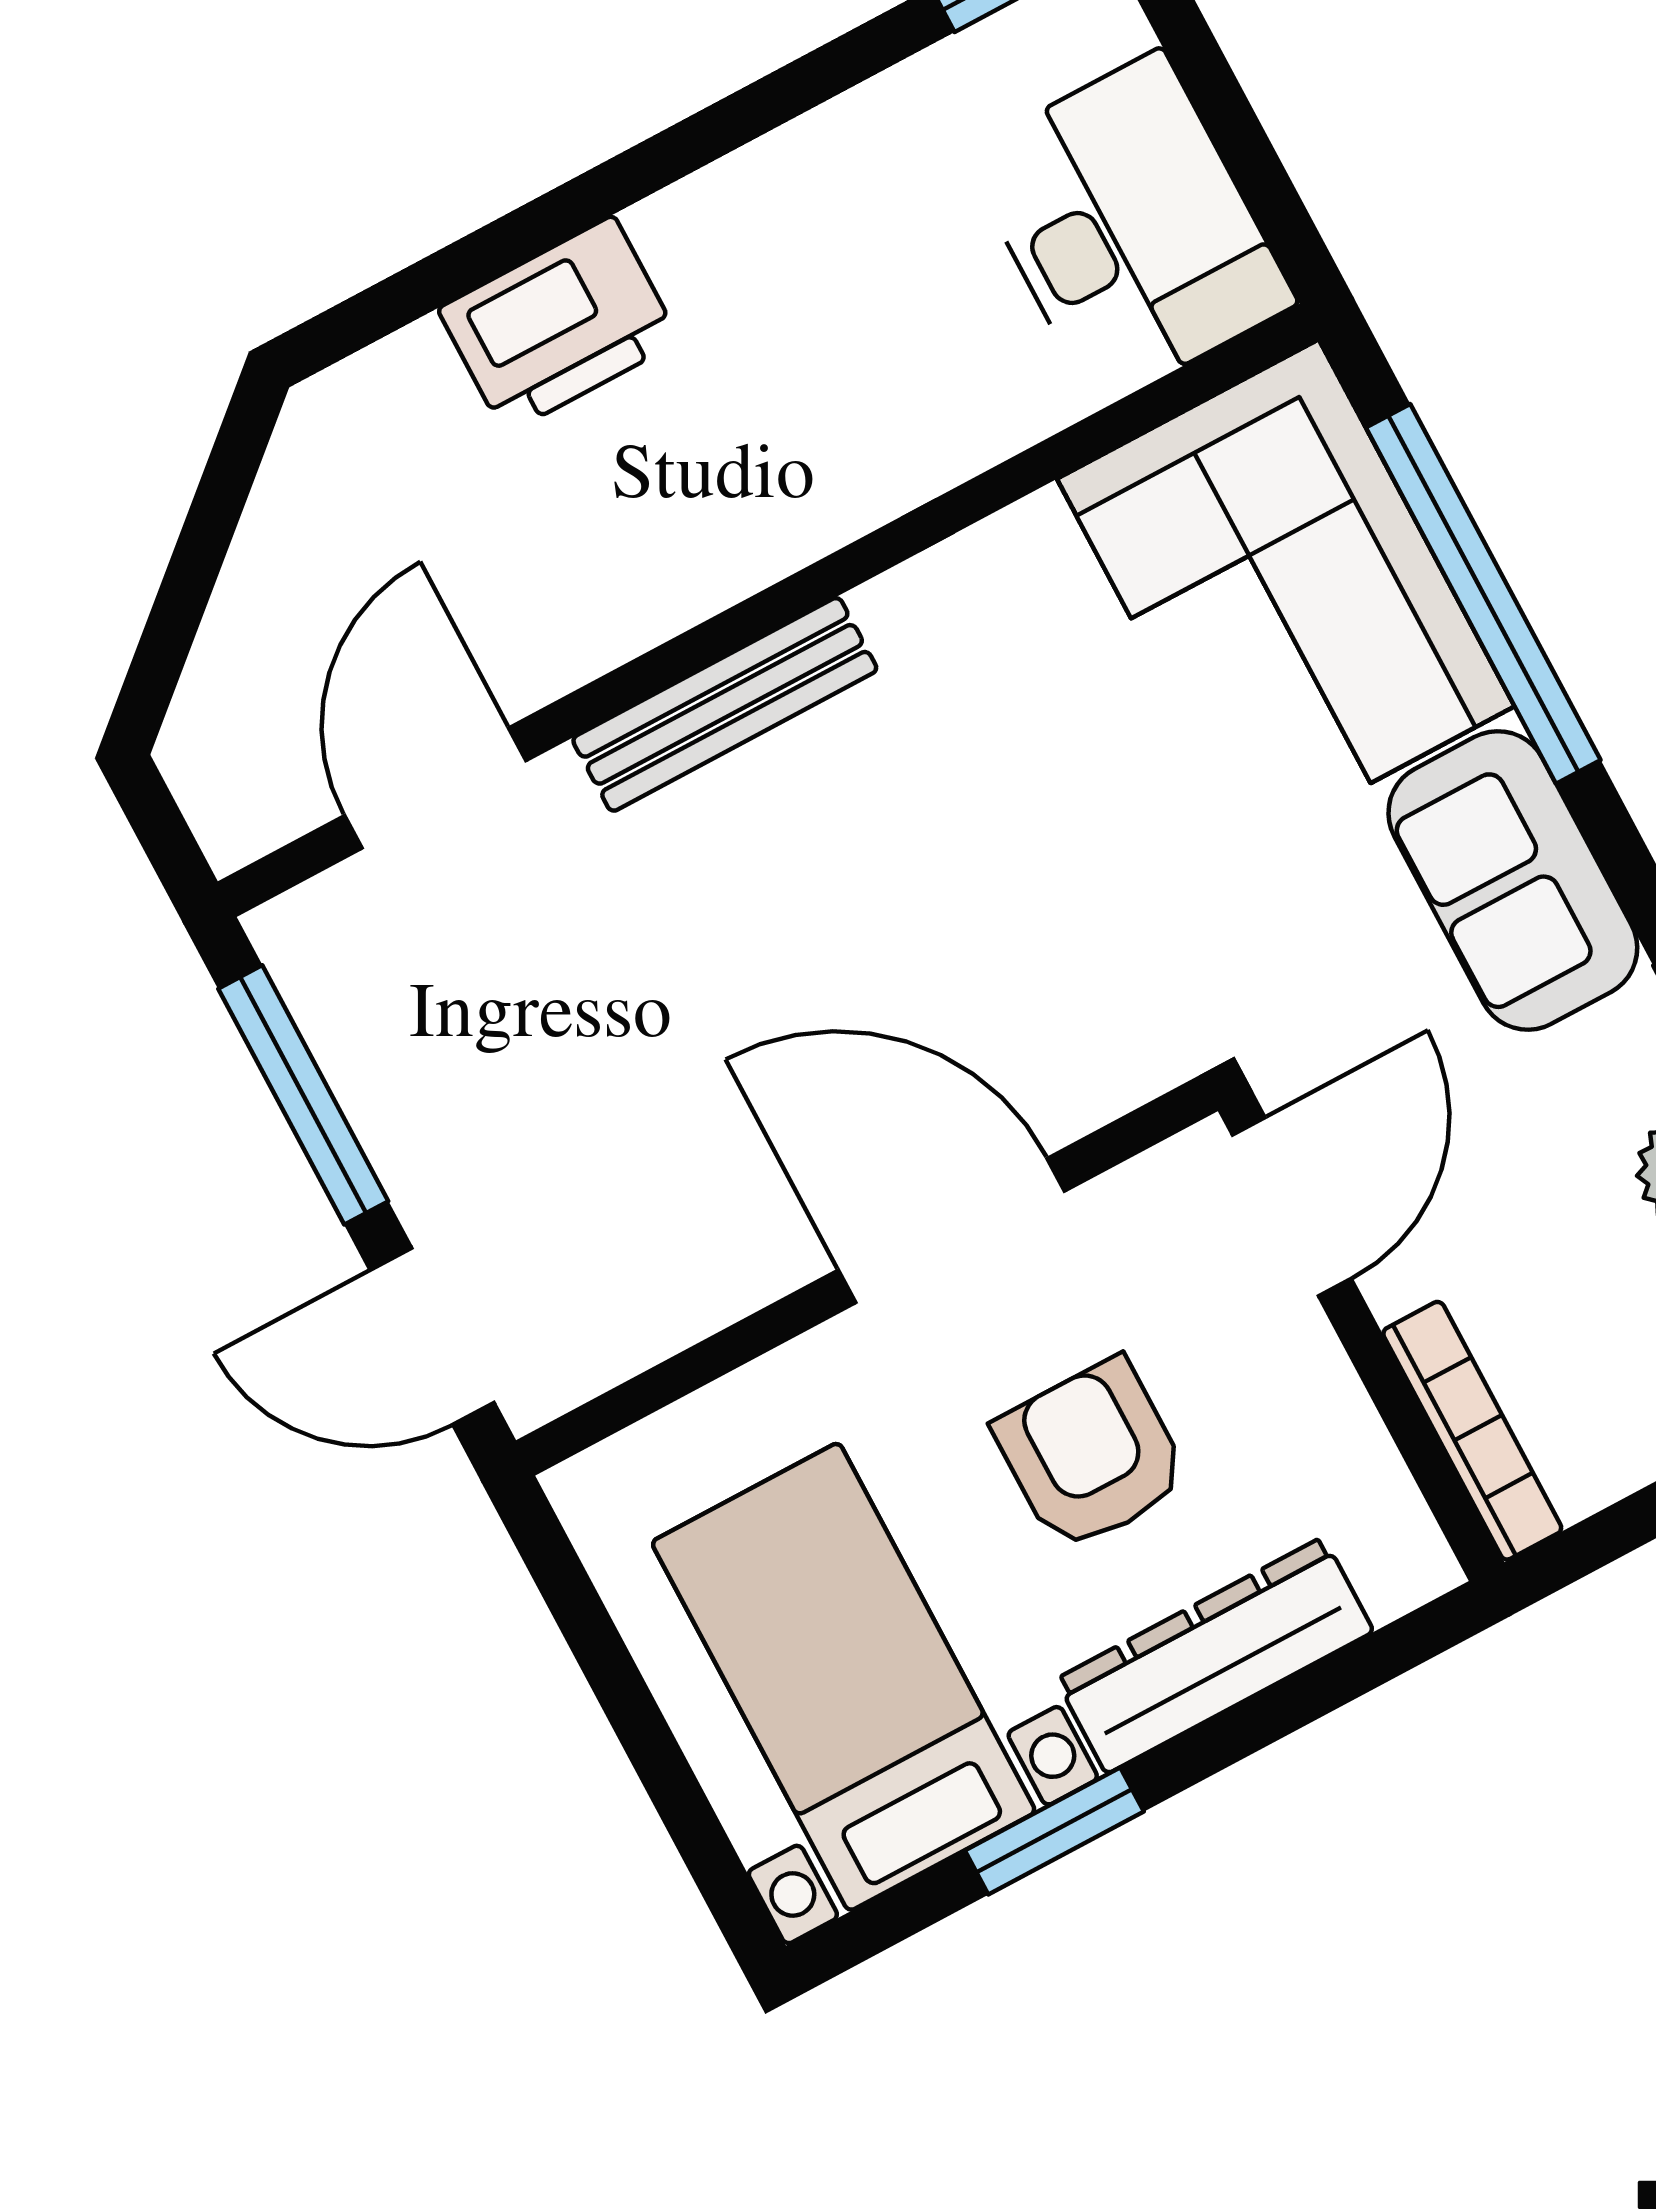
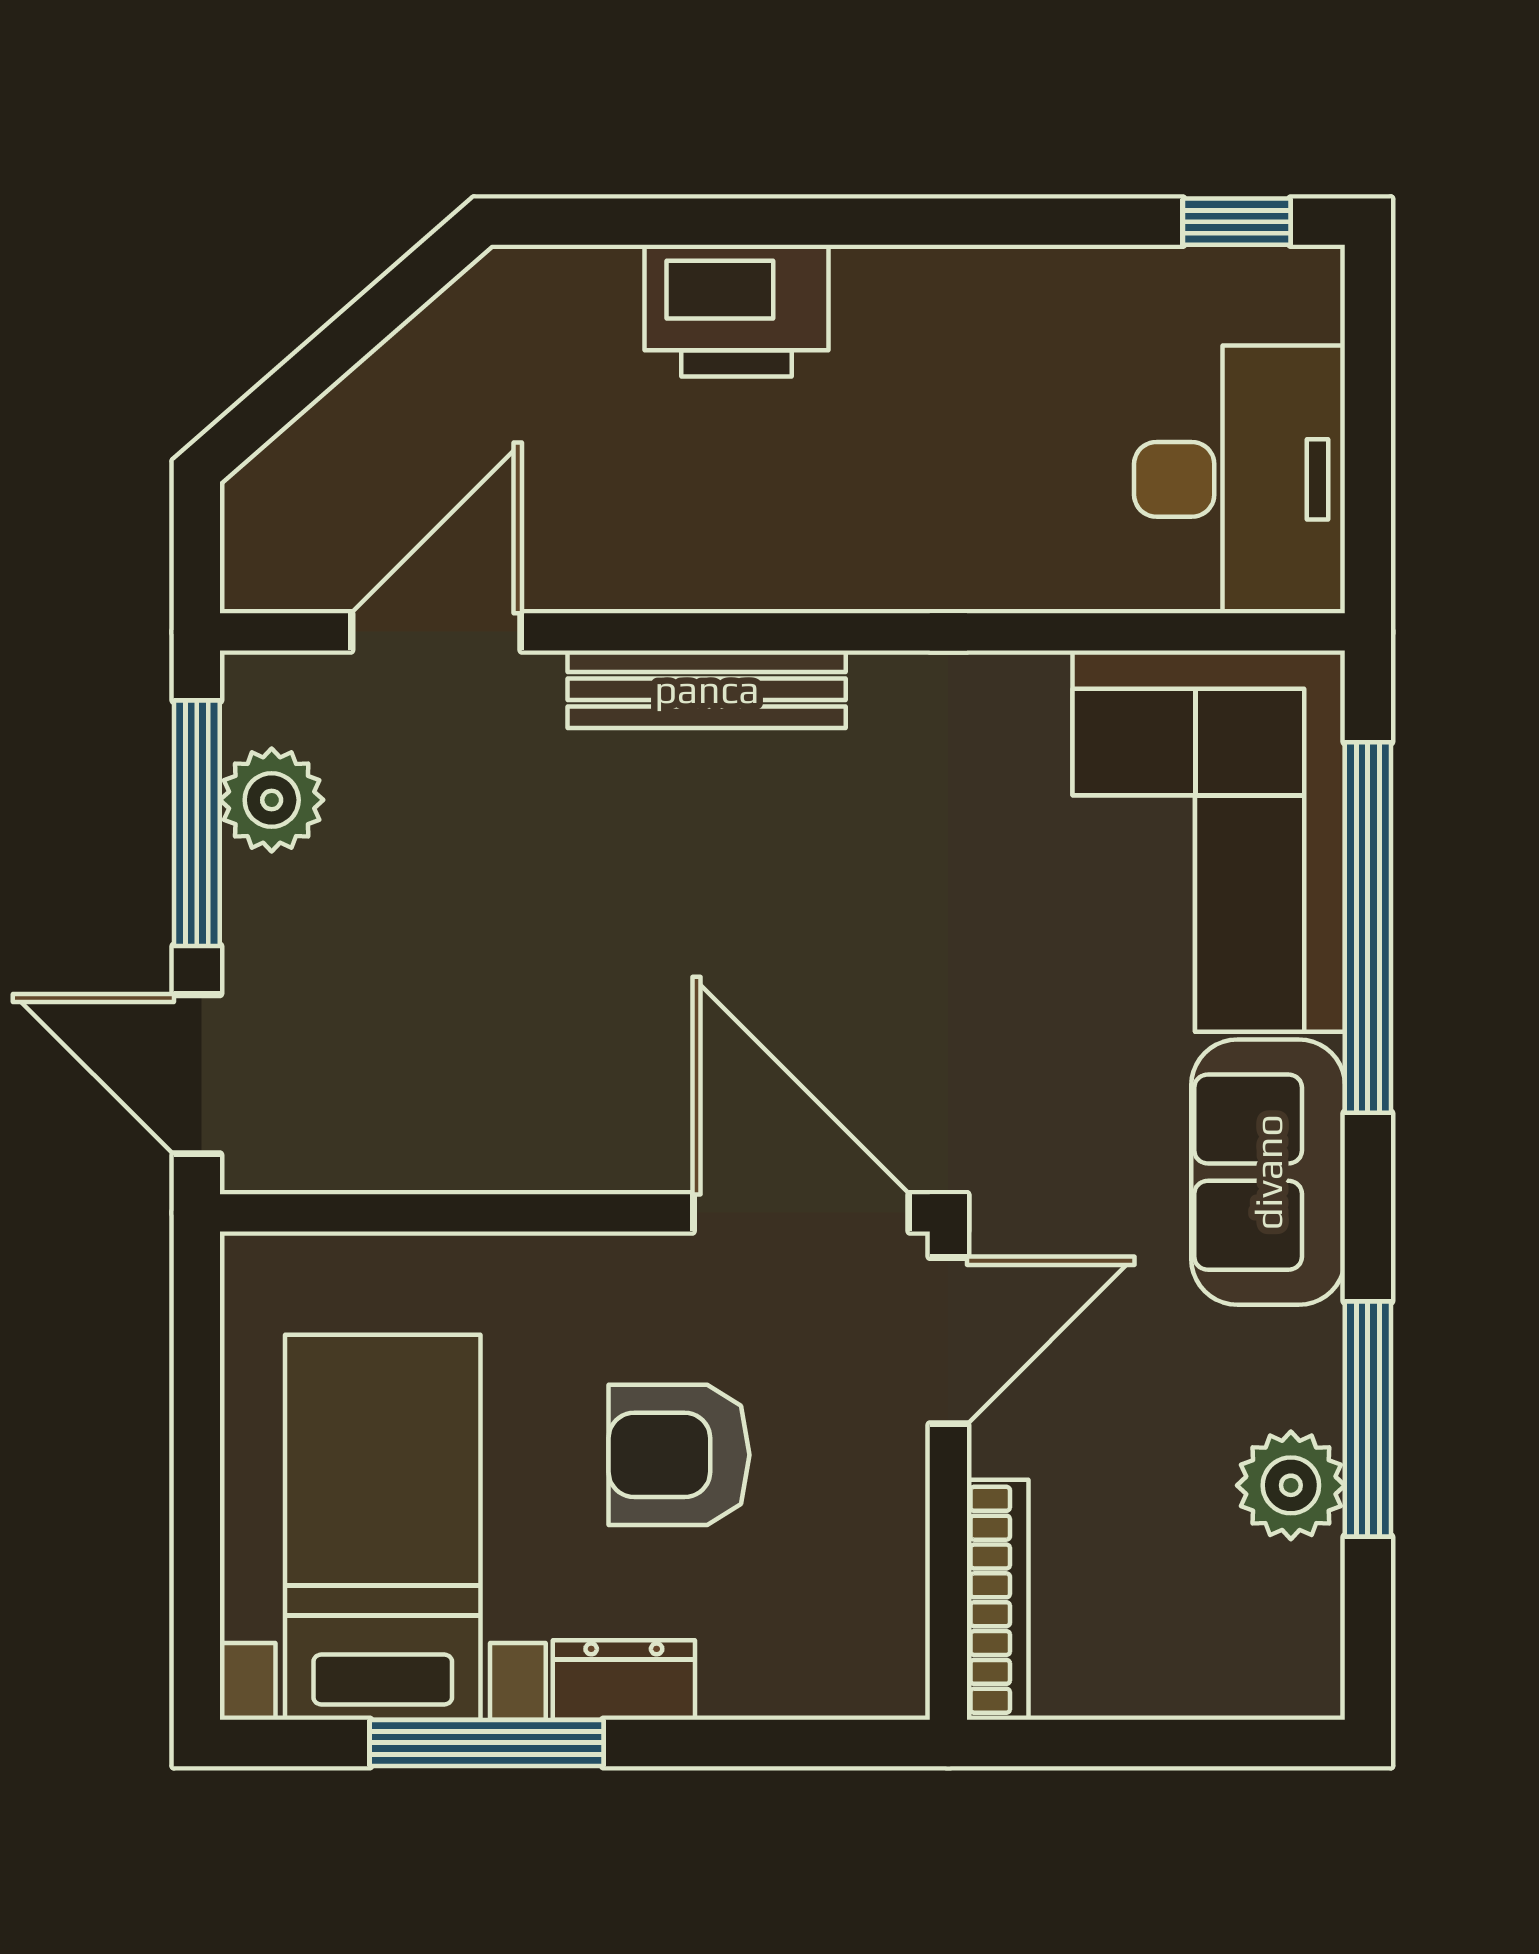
plant: (363, 1034) -> (272, 800), added
door: (951, 1230) -> (801, 1213), moved
armchair: (1091, 1455) -> (679, 1455), turned -90
dresser: (1215, 1655) -> (624, 1680), width x0.51, depth x0.80
window: (1054, 1831) -> (487, 1743), width x1.44

